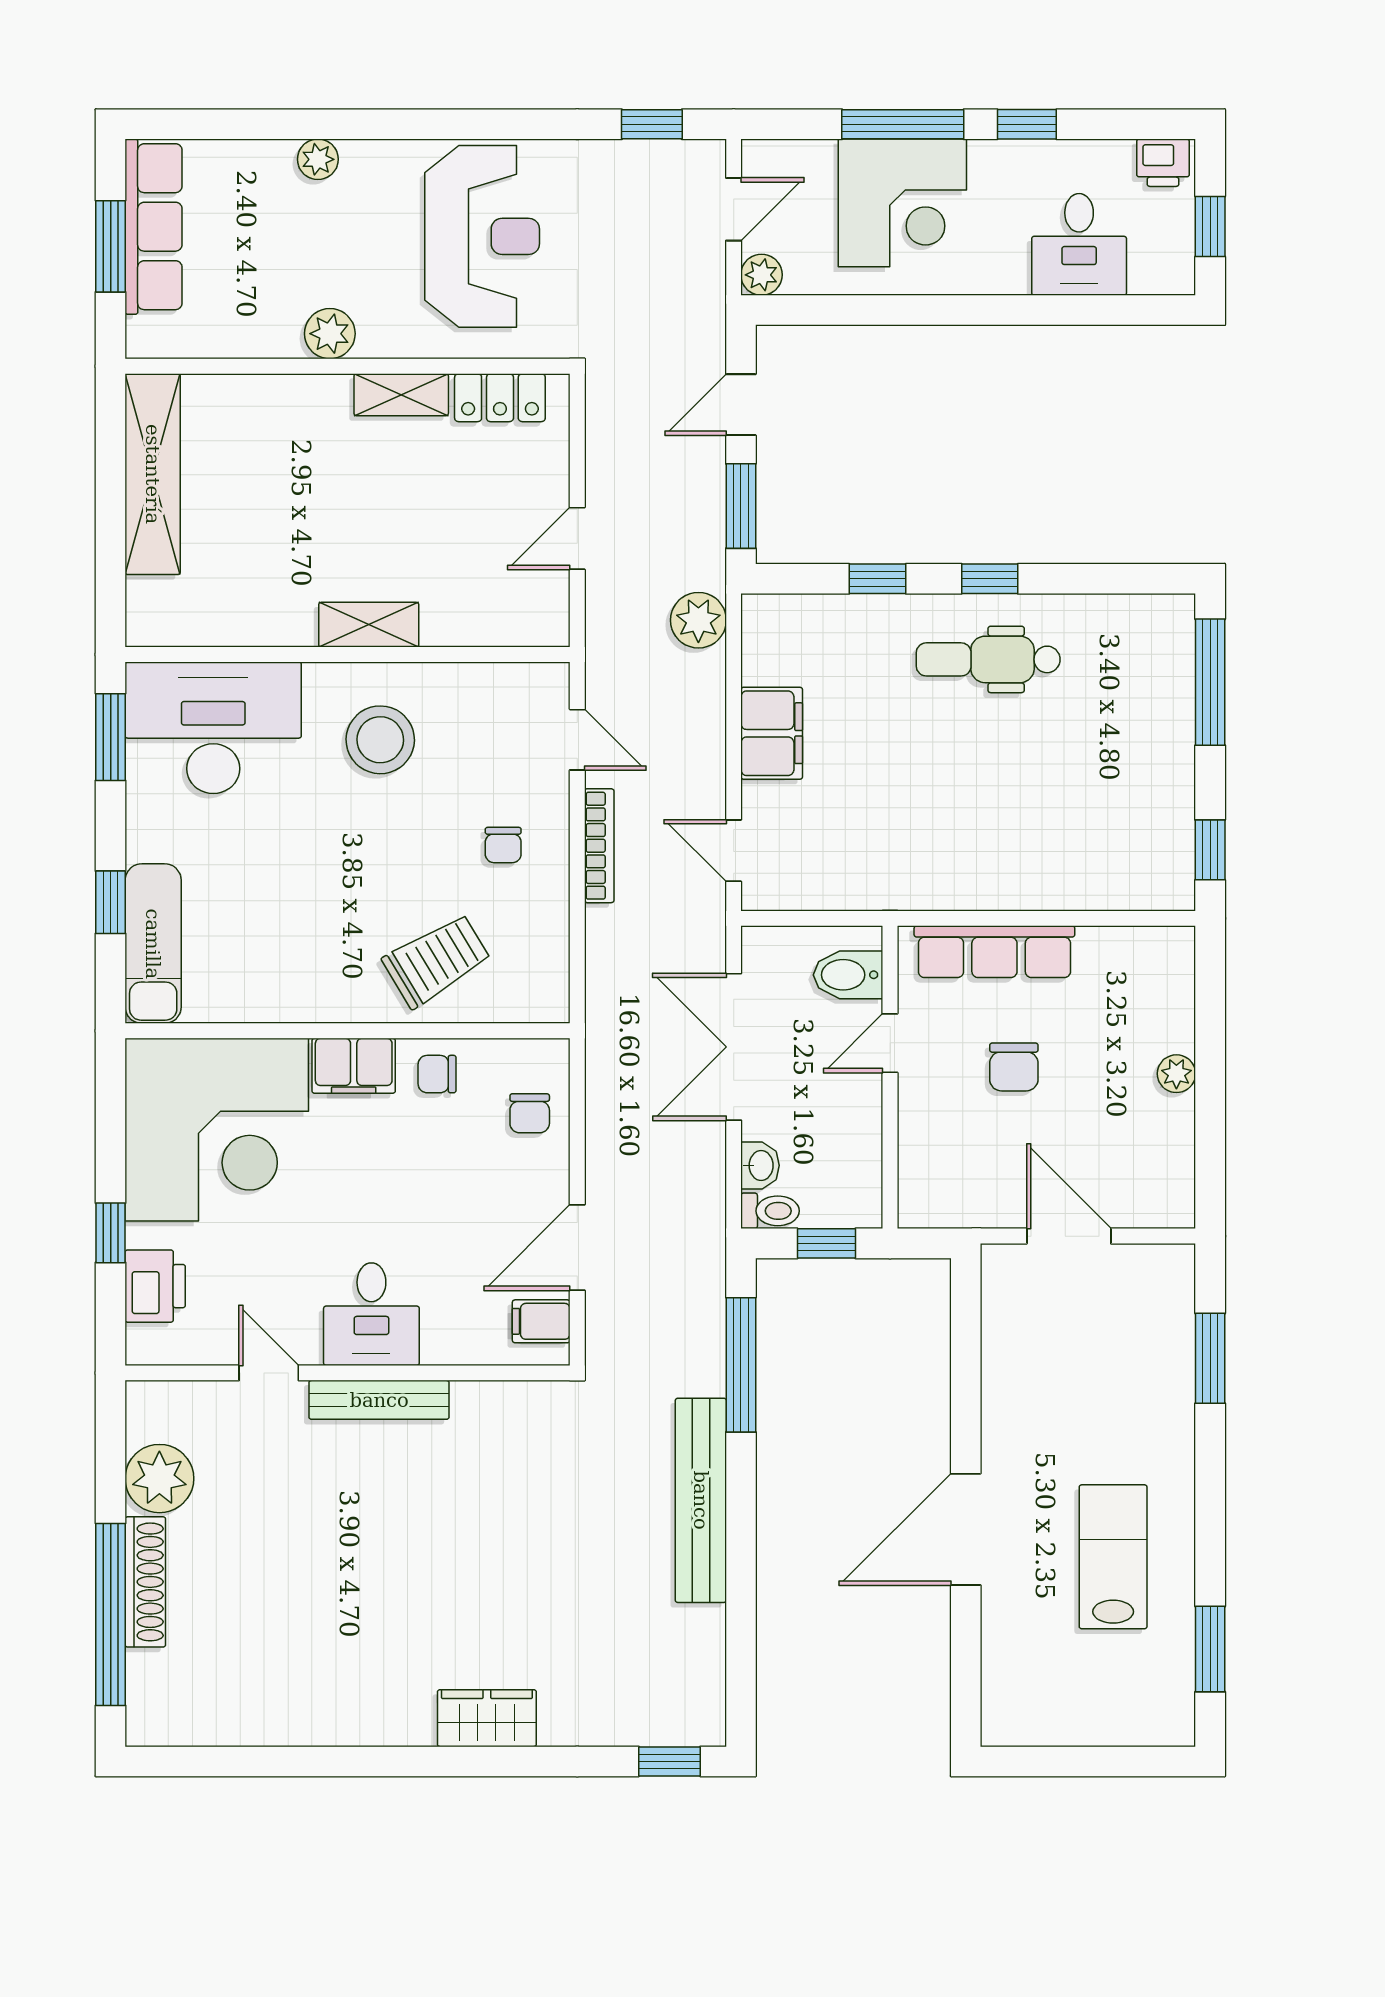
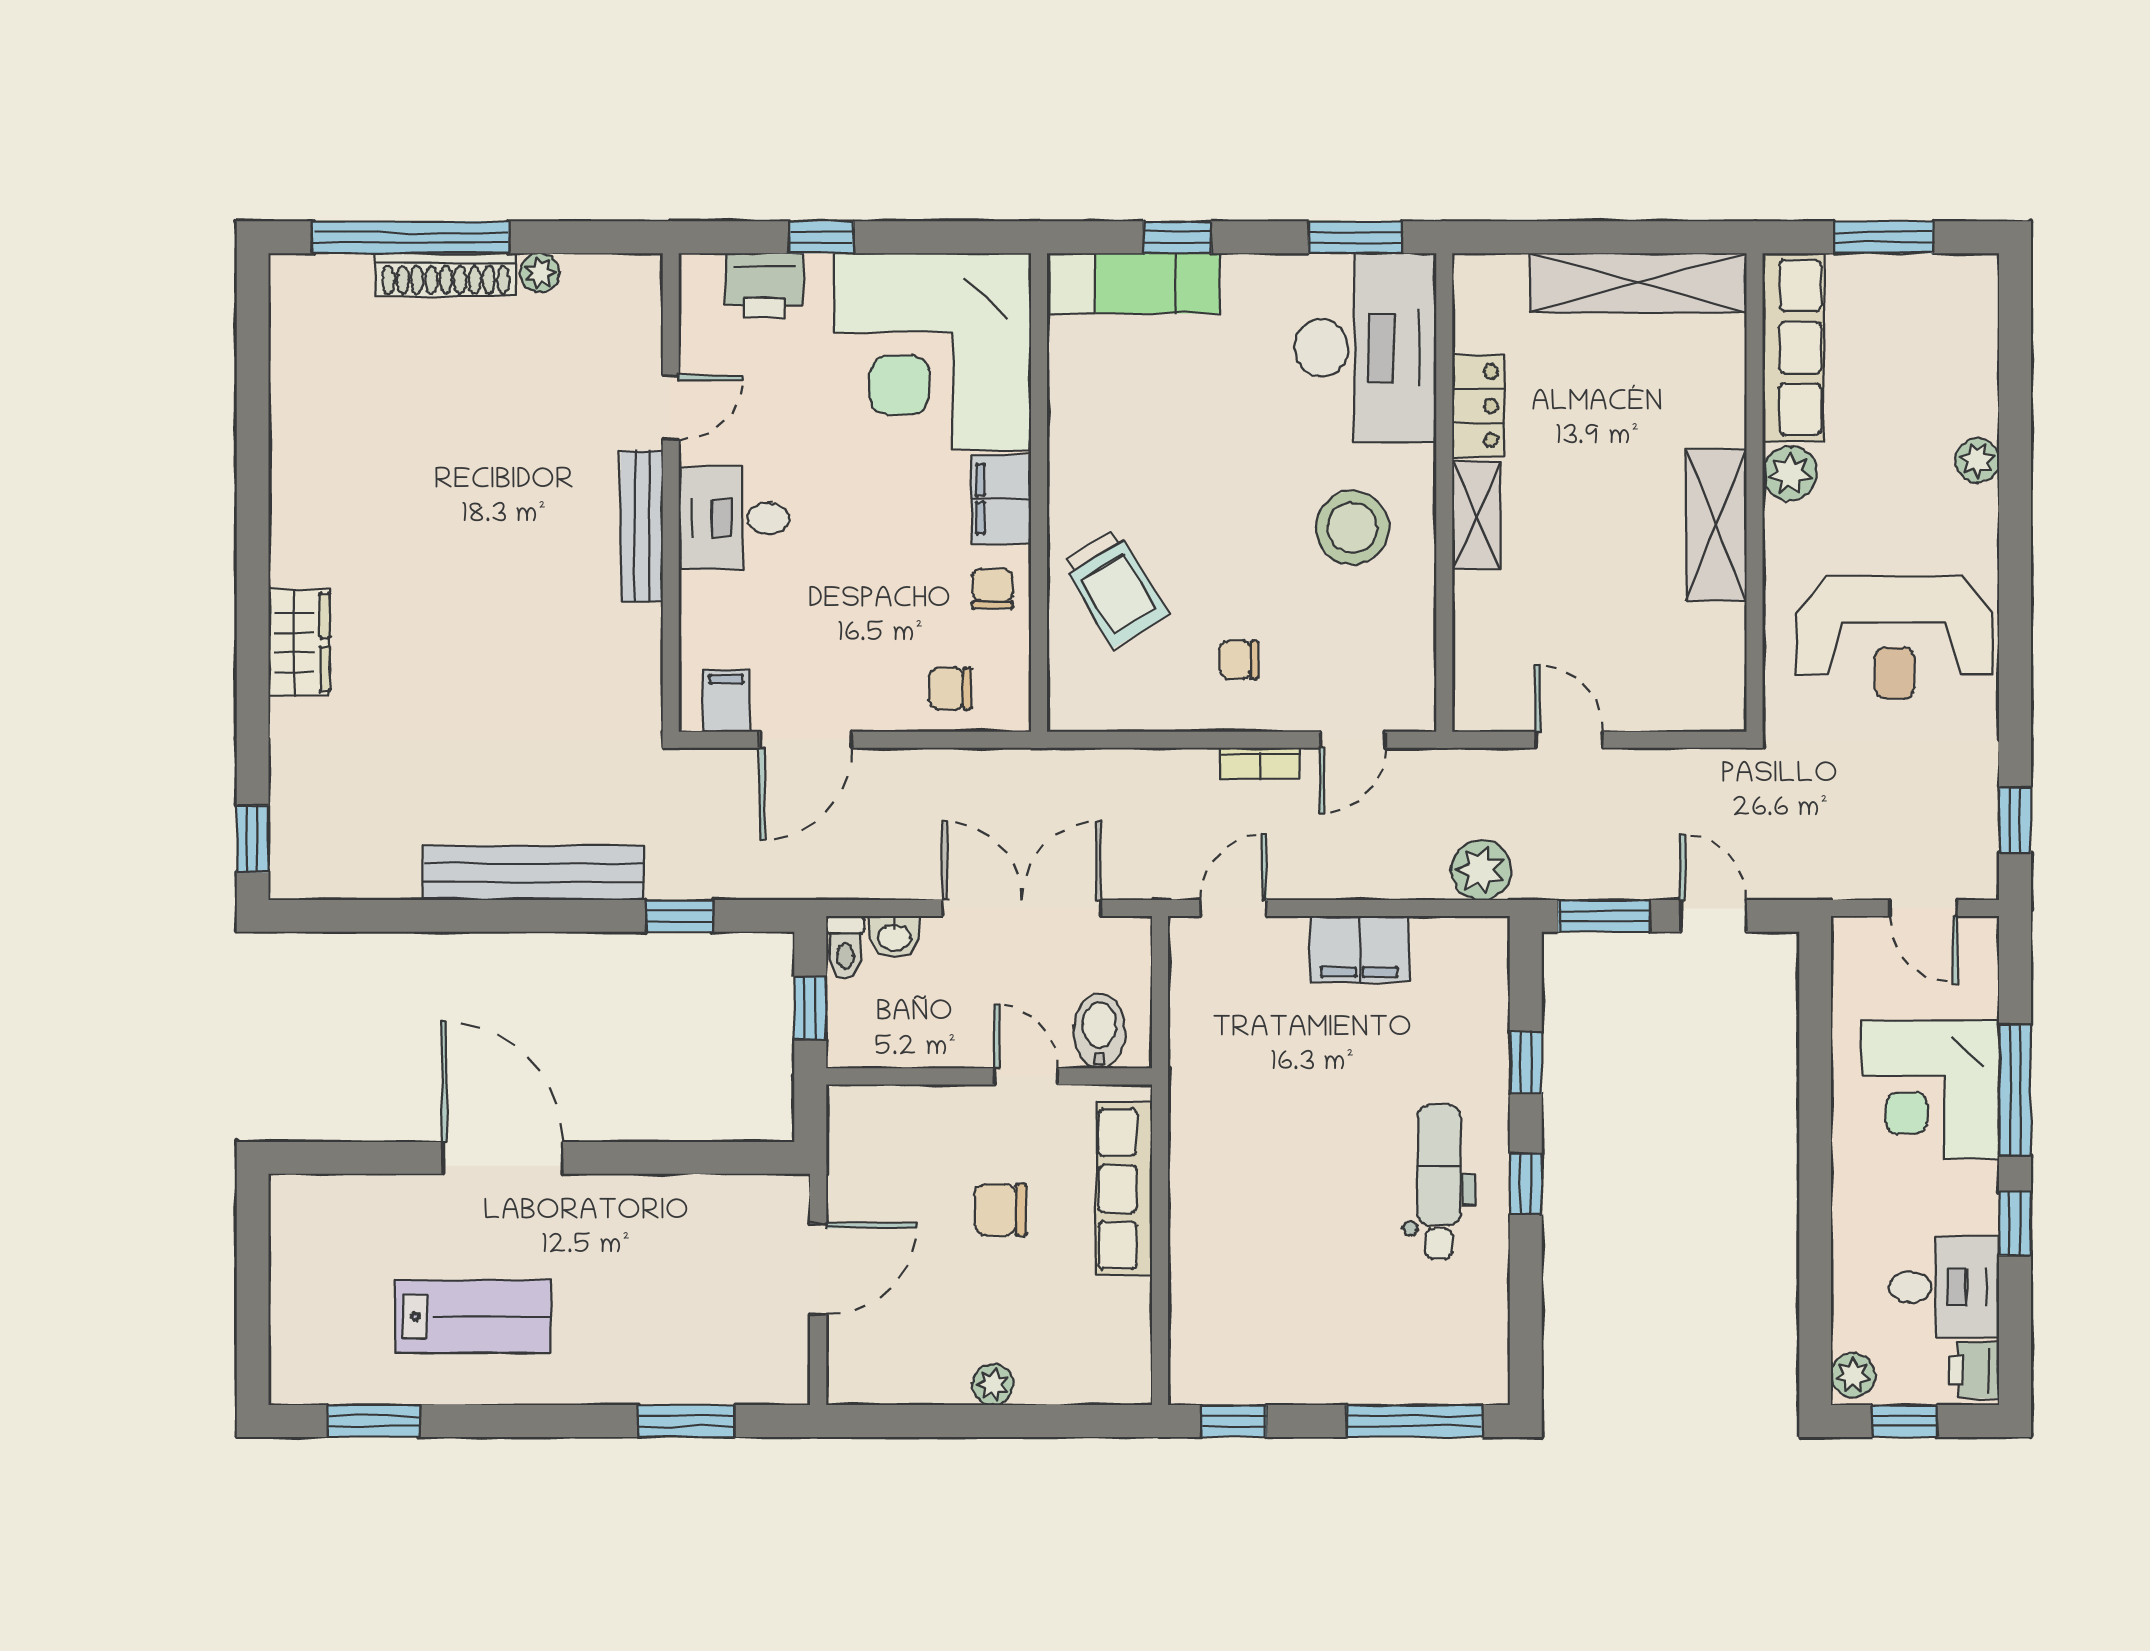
row of seats: (154, 227) -> (1793, 348), moved, turned -90
desk: (1079, 244) -> (1944, 1287), moved, turned 180
plant: (762, 275) -> (1853, 1375), moved
shelving: (401, 395) -> (1716, 525), width x1.50, depth x1.33
locker: (500, 398) -> (1478, 406), moved, turned 180
bookcase: (599, 846) -> (1260, 763), width x0.64
door: (577, 1248) -> (806, 740), swing flipped
window: (741, 1365) -> (679, 916), width x0.46
plant: (159, 1479) -> (540, 273), width x0.53, depth x0.53

